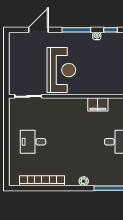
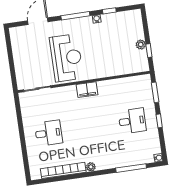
filing cabinet: (98, 104) -> (87, 90), moved
desk: (33, 142) -> (49, 133), turned 180
plant: (84, 181) -> (91, 167), moved

